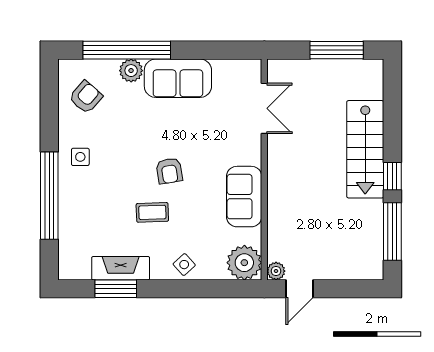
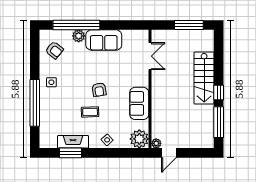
armchair: (86, 97) -> (54, 50), turned 88

